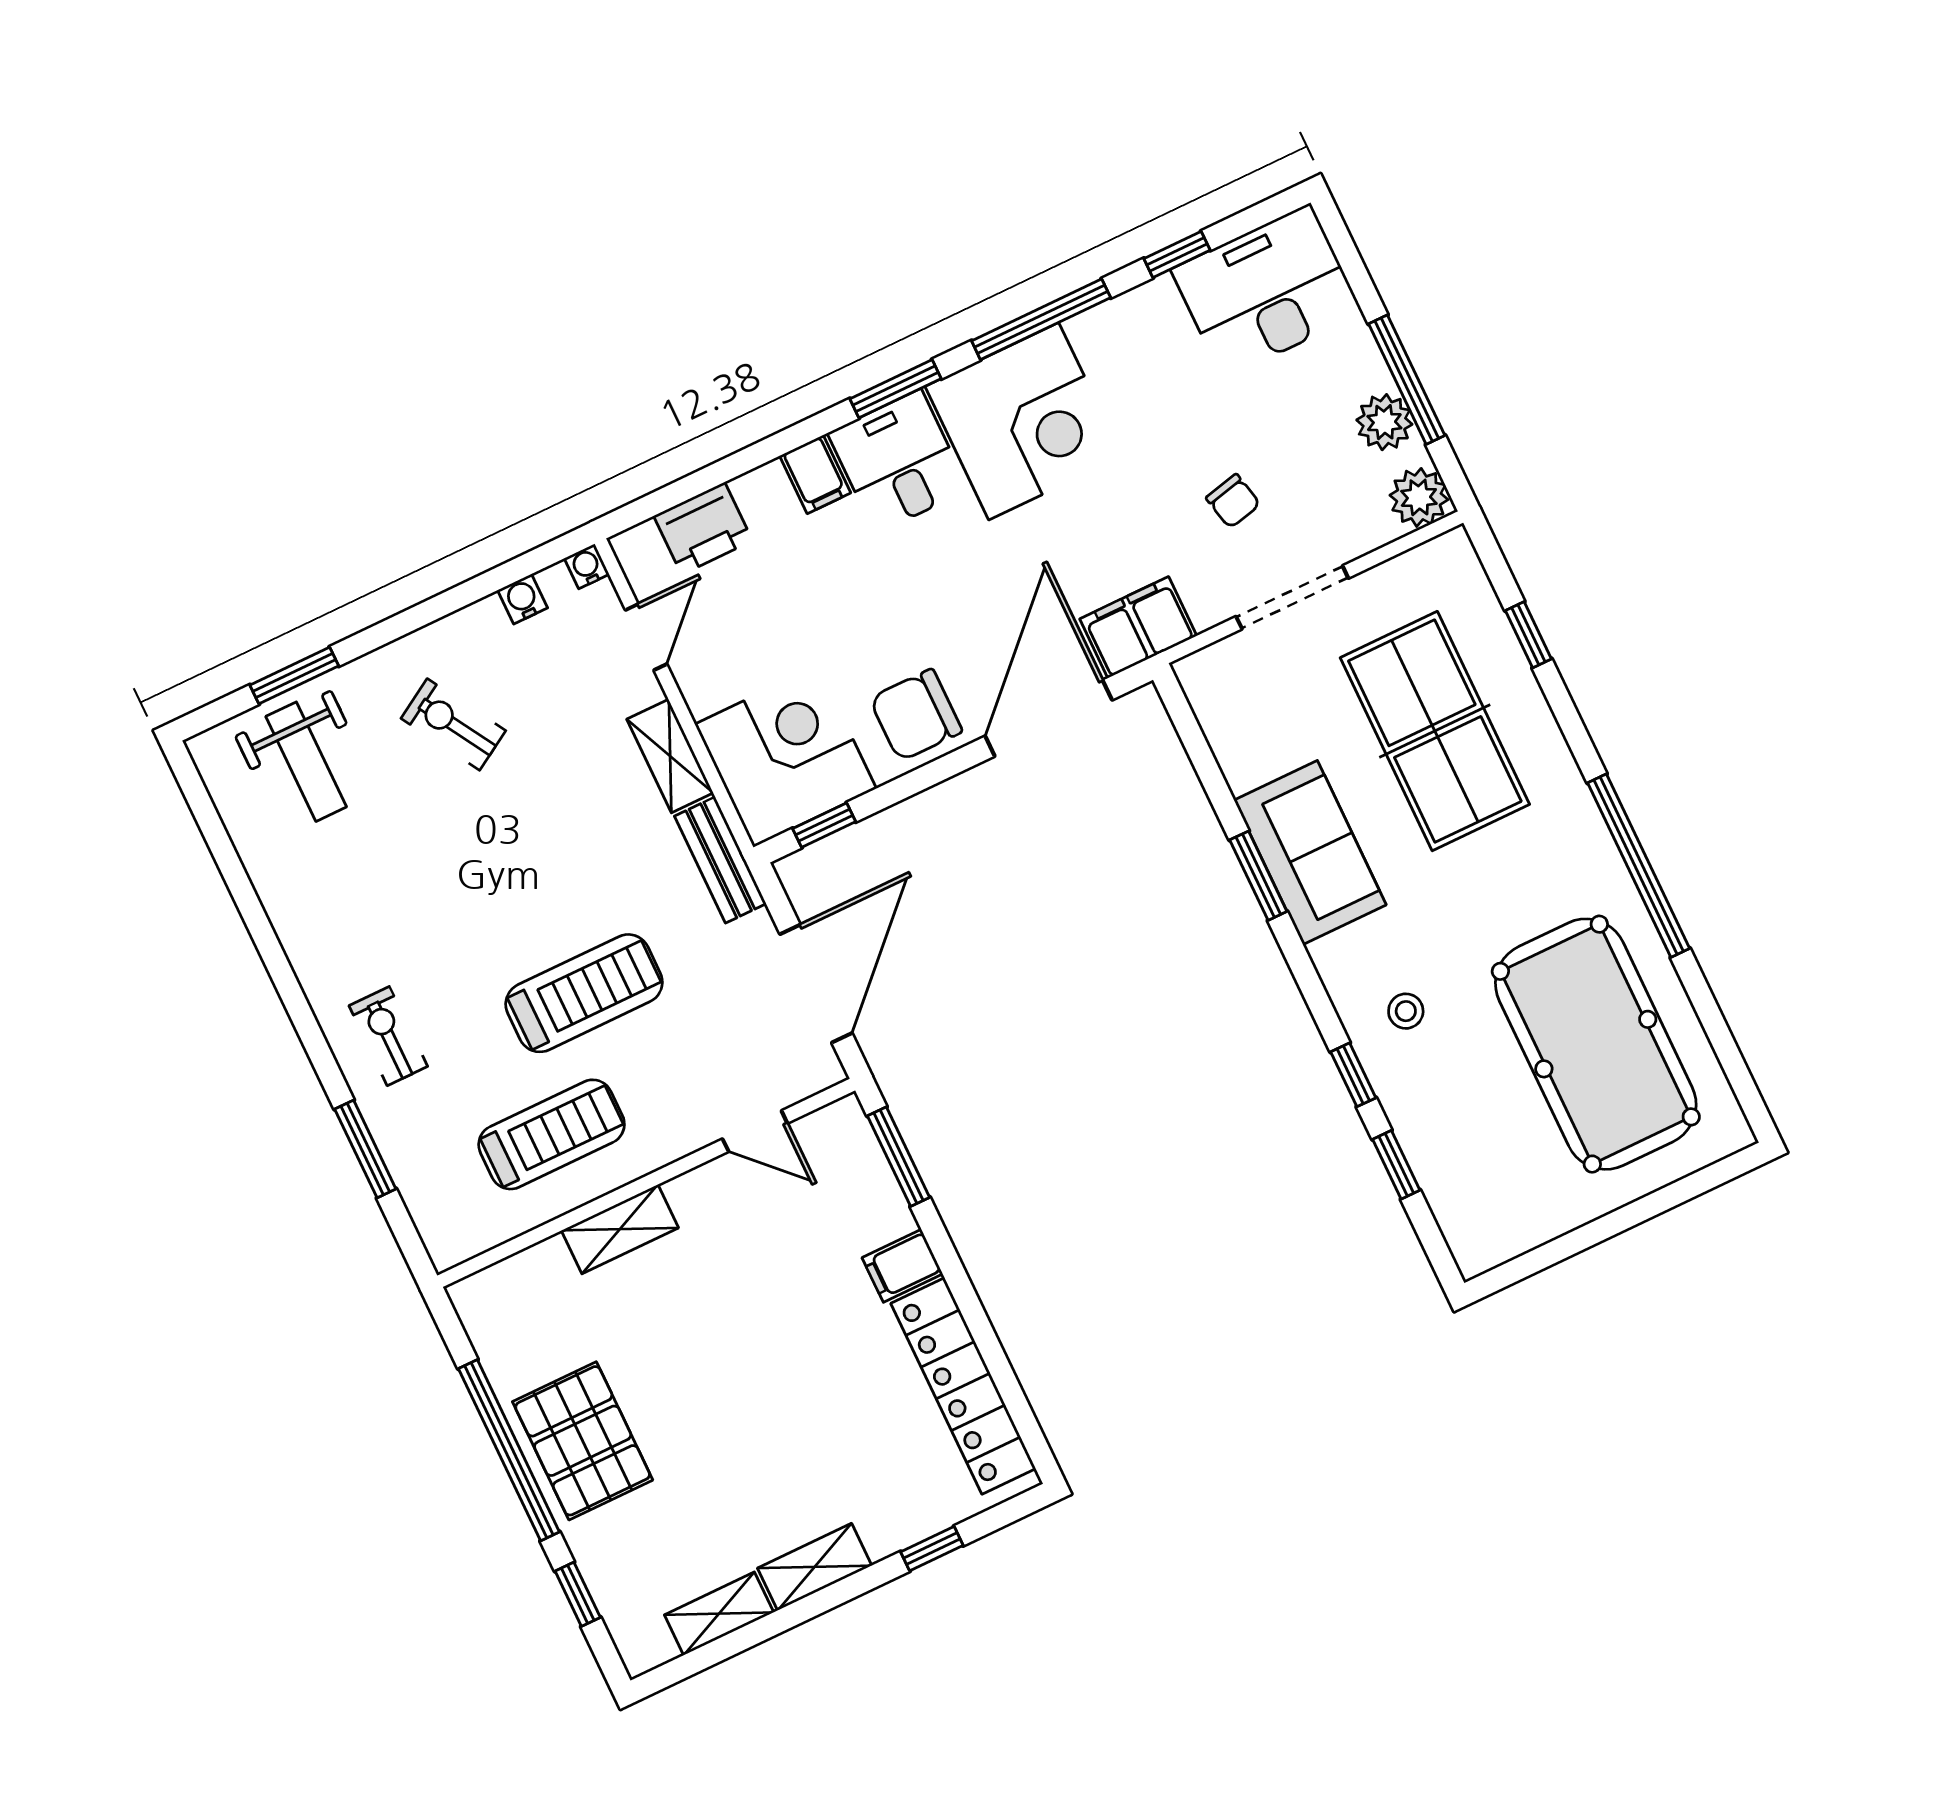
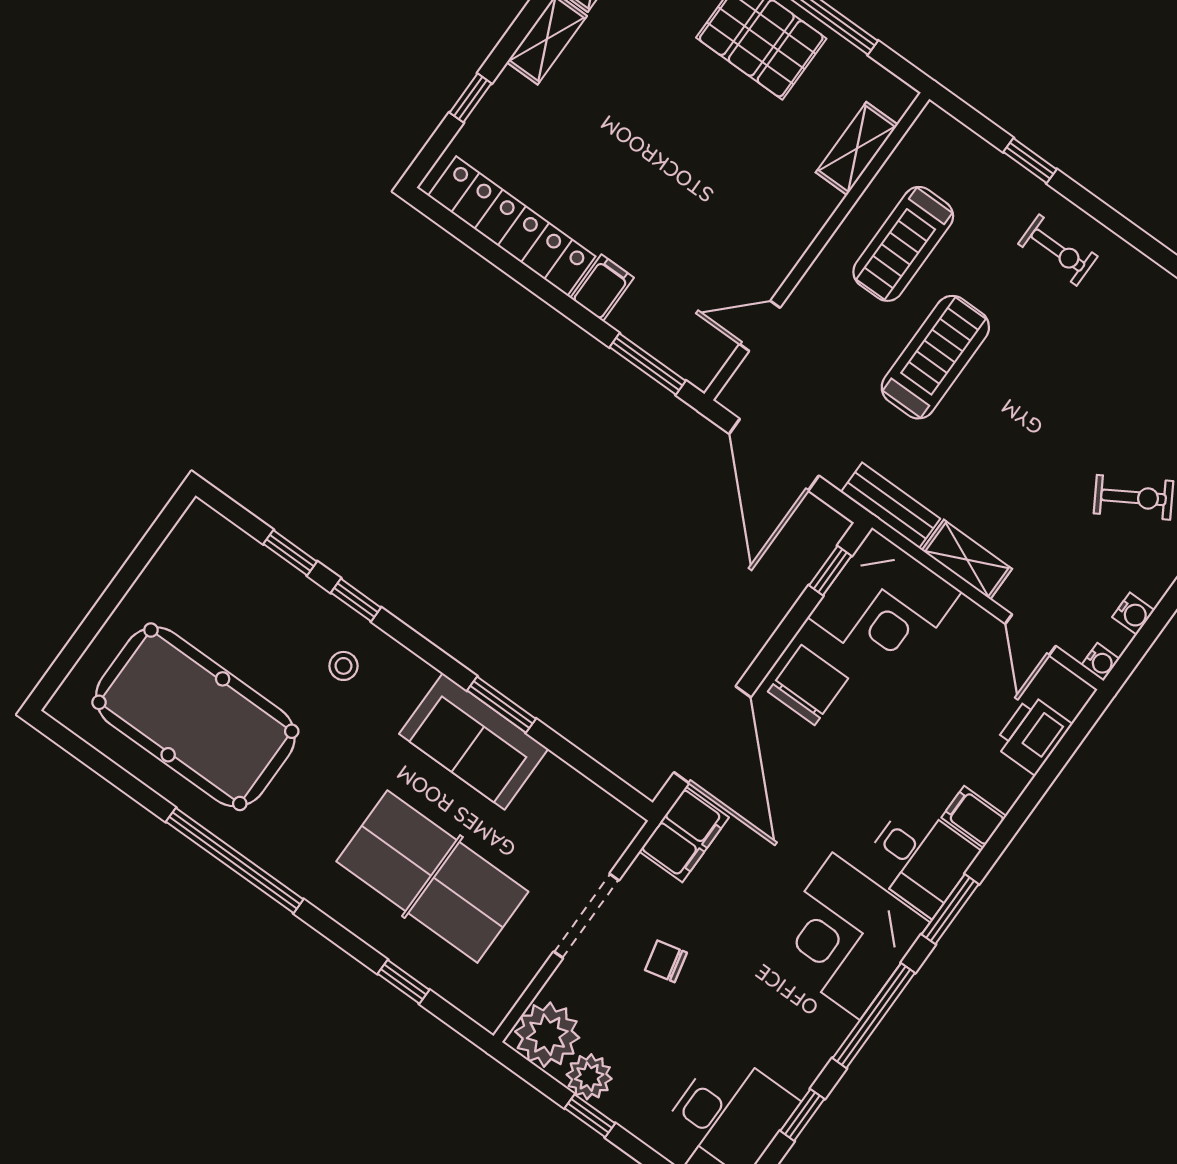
window: (1407, 380) -> (590, 1116), width x0.46
plant: (1419, 497) -> (547, 1035), width x1.36, depth x1.36
treadmill: (584, 993) -> (935, 357), turned 180
window: (365, 1149) -> (1030, 161), width x0.67
shelving: (620, 1229) -> (857, 149), moved

